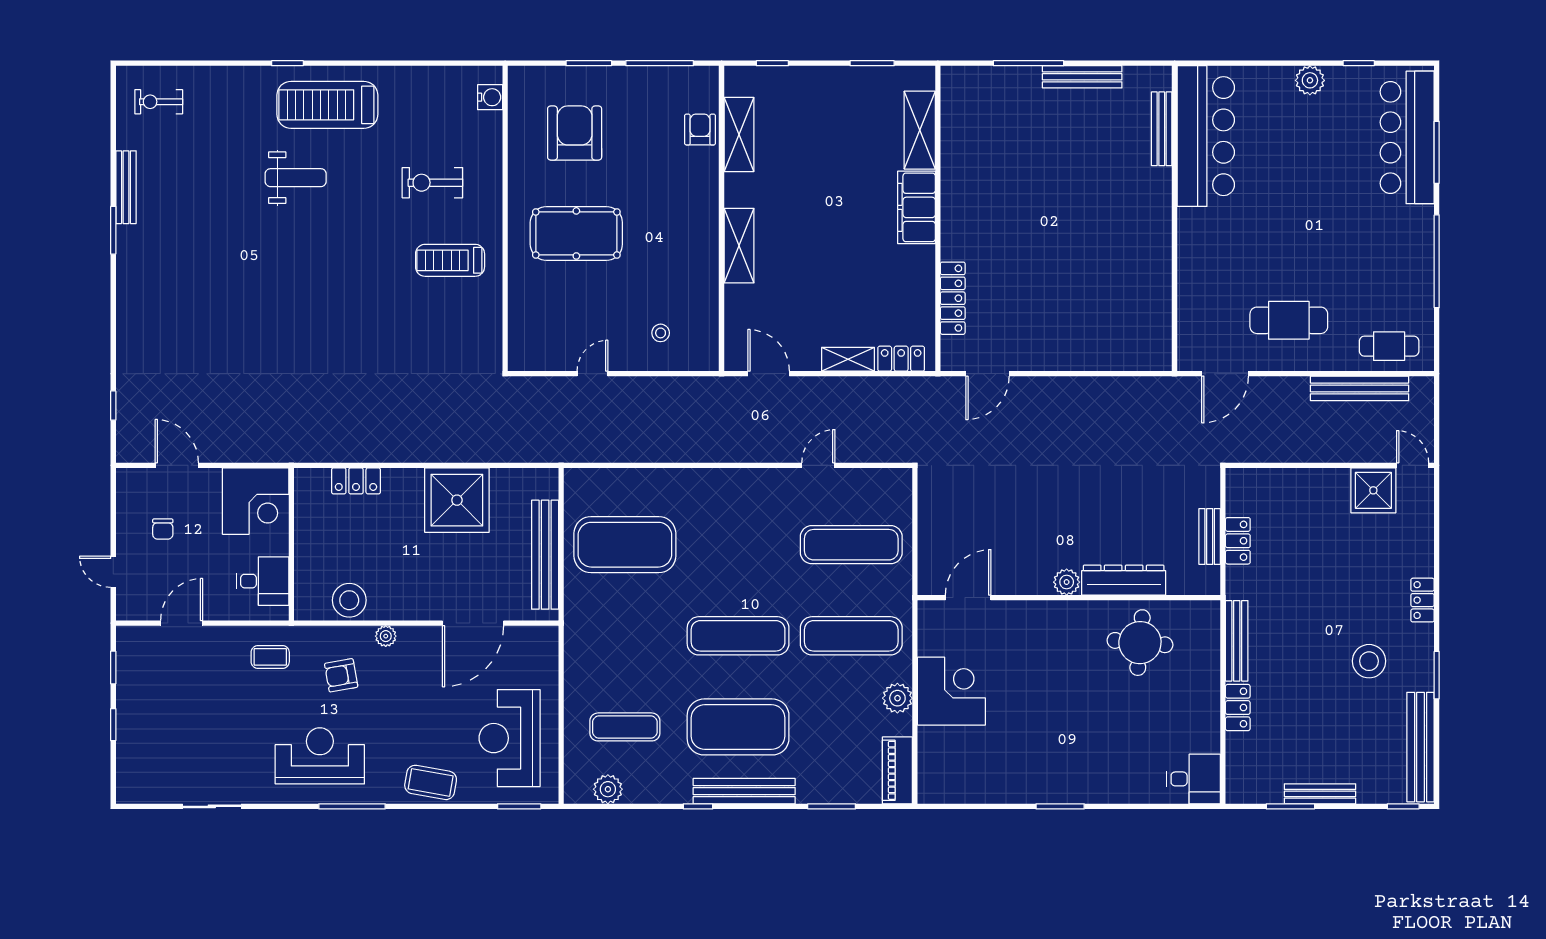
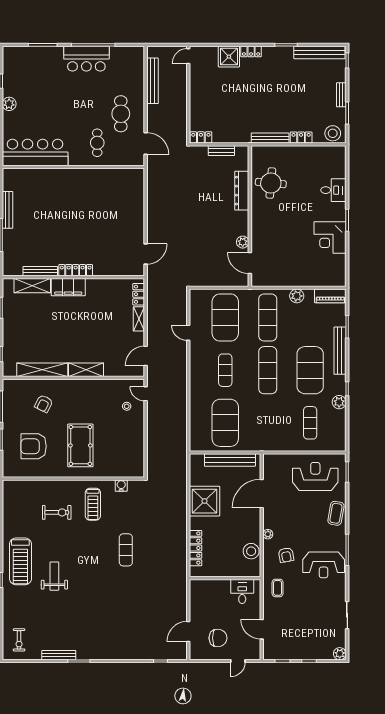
water cooler: (490, 97) -> (121, 486), moved
bench: (1162, 129) -> (40, 271), moved
armchair: (700, 130) -> (44, 404), moved, turned -64
shelving: (739, 134) -> (42, 370), width x1.47
bar counter: (1407, 137) -> (86, 59), moved, width x0.73
exercise bike: (432, 183) -> (57, 512), turned -90
locker: (953, 298) -> (76, 270), moved
exercise mat: (352, 331) -> (126, 550), added
cafe table: (1389, 346) -> (97, 143), moved
door: (592, 374) -> (146, 394), moved
door: (988, 374) -> (146, 254), hinge flipped
locker: (356, 481) -> (196, 548), width x1.53
shower: (1373, 490) -> (229, 57), moved
corner desk: (256, 501) -> (205, 595), removed
chair: (163, 529) -> (218, 638), width x1.87, depth x1.87
locker: (1238, 541) -> (201, 137), moved
exercise mat: (738, 545) -> (225, 370), added
exercise mat: (851, 545) -> (225, 317), width x1.47
plant: (1067, 582) -> (243, 242), moved
door: (473, 623) -> (262, 494), swing flipped
stool: (1369, 661) -> (333, 133), moved
corner desk: (951, 691) -> (330, 237), moved, turned -90
reception desk: (510, 738) -> (315, 477), turned 180
reception desk: (320, 756) -> (324, 565), turned -90
desk: (1194, 779) -> (333, 190), moved, turned 90
plant: (608, 789) -> (339, 402), moved
plant: (129, 791) -> (340, 654), added
bench: (744, 791) -> (340, 351), moved
bench: (1320, 794) -> (341, 95), width x0.73

